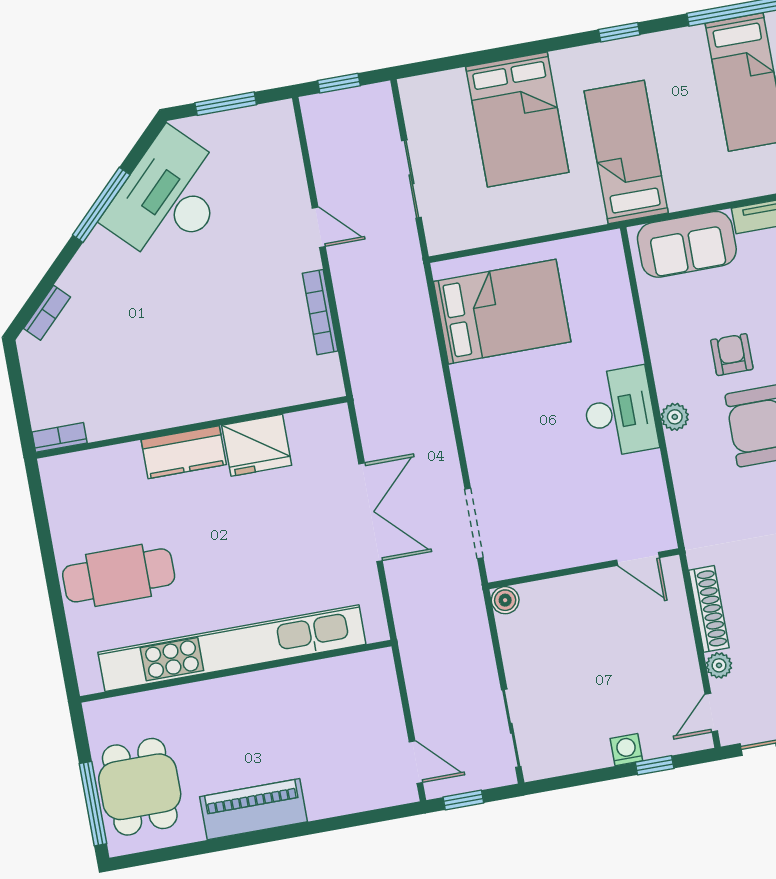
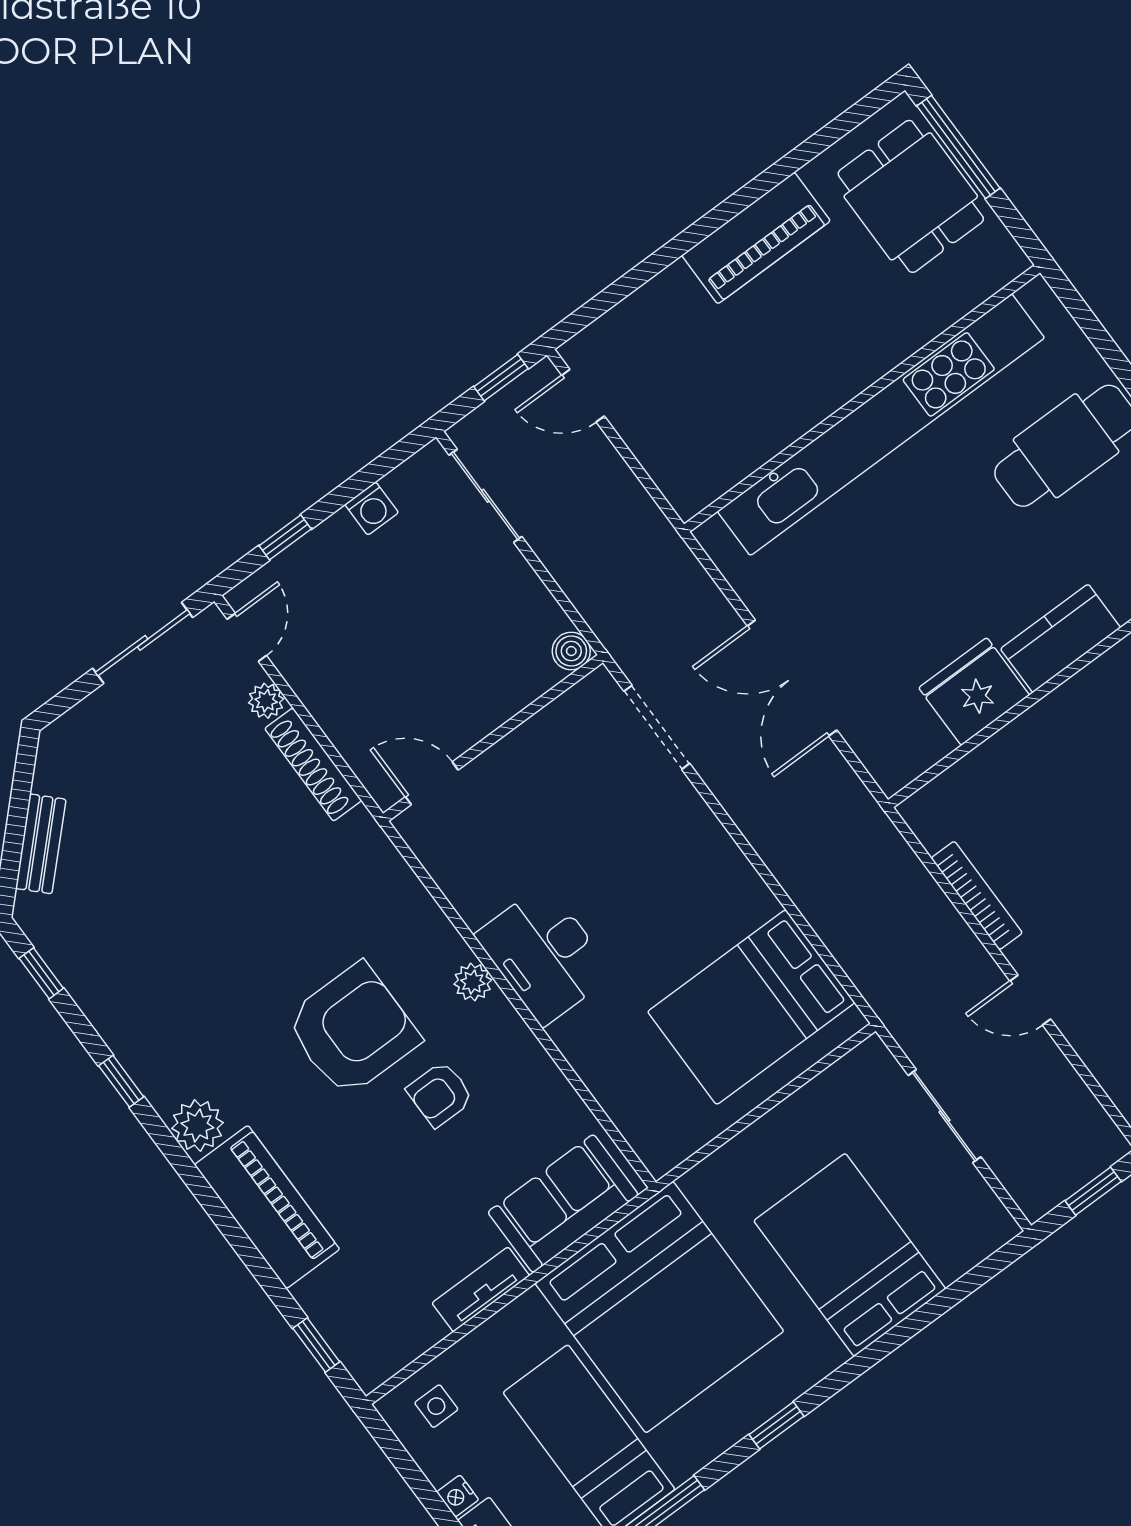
bed: (626, 152) -> (659, 1307), width x2.04
armchair: (732, 355) -> (440, 1094), turned 90
washing machine: (626, 750) -> (372, 509), moved

